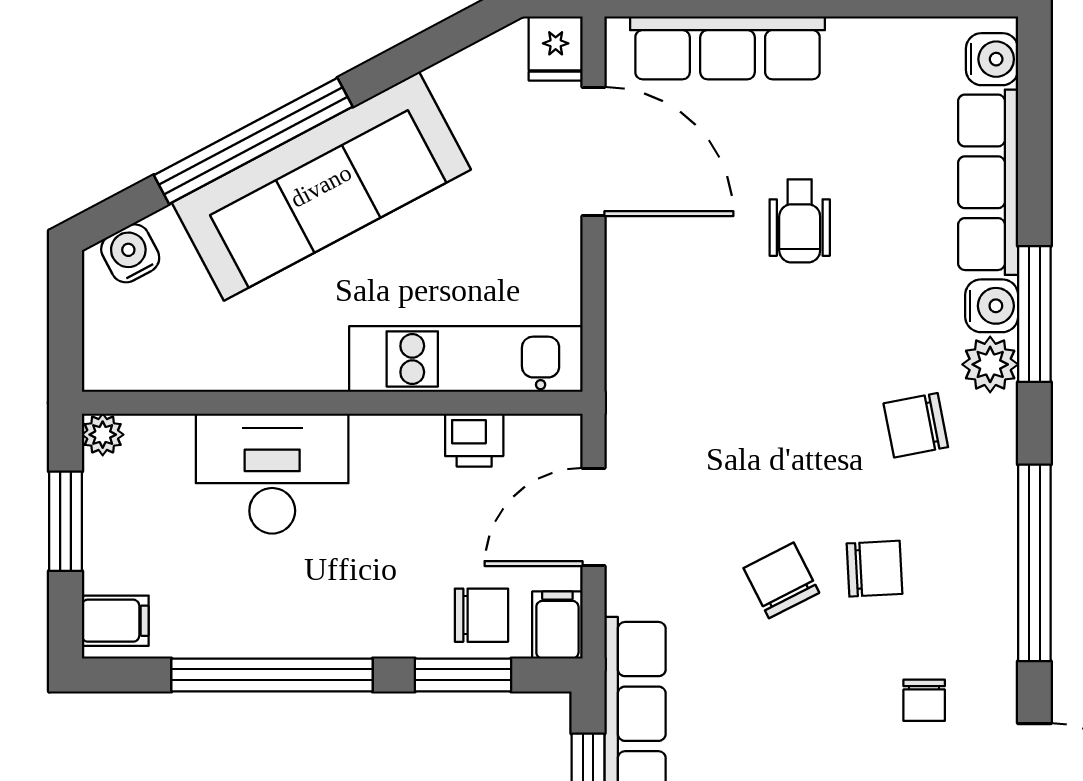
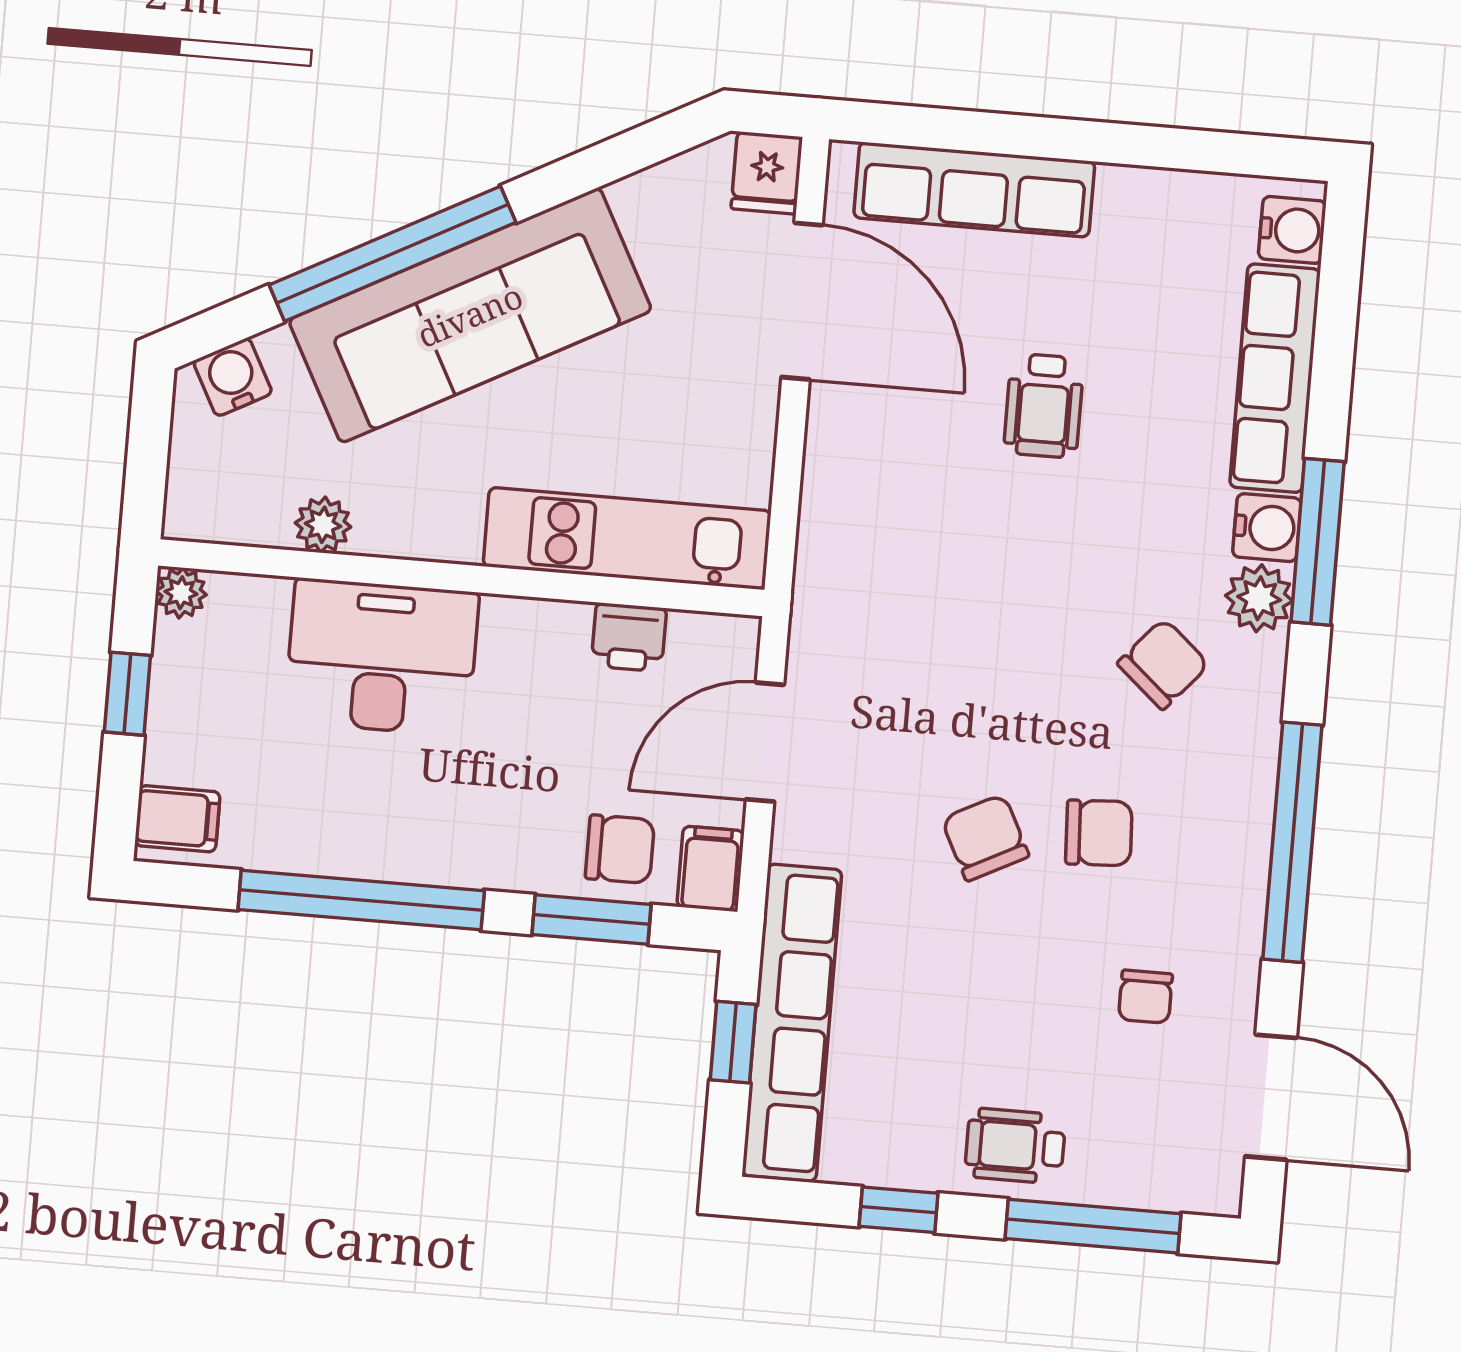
plant: (215, 369) -> (323, 525), added
chair: (916, 425) -> (1163, 664), turned 142
window: (65, 521) -> (127, 694), width x0.67

